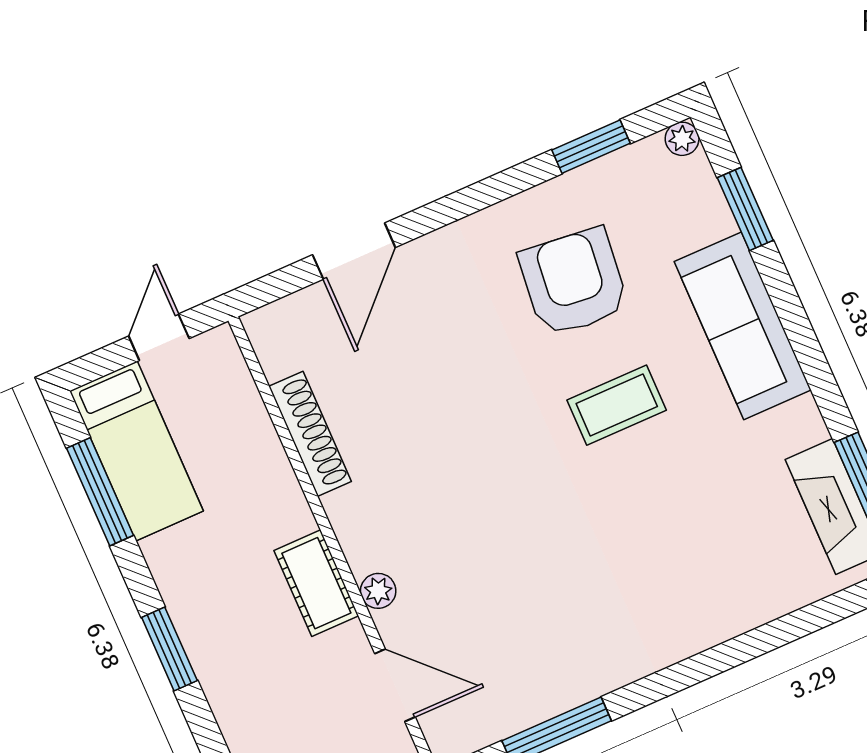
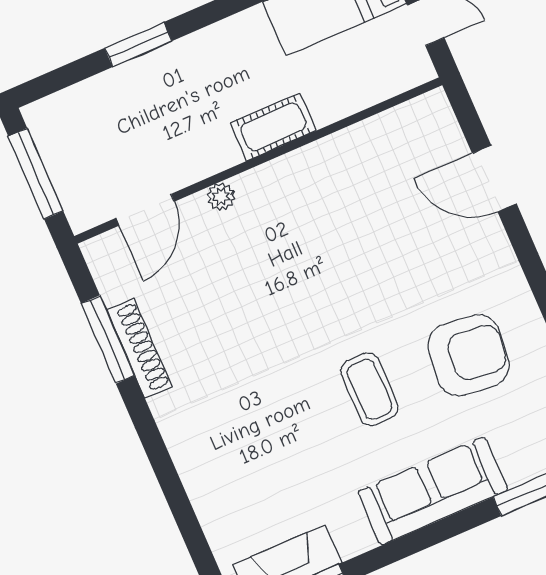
shoe rack: (310, 434) -> (139, 348), moved, turned -90
cot: (316, 583) -> (273, 127), moved
window: (169, 649) -> (138, 45), moved

